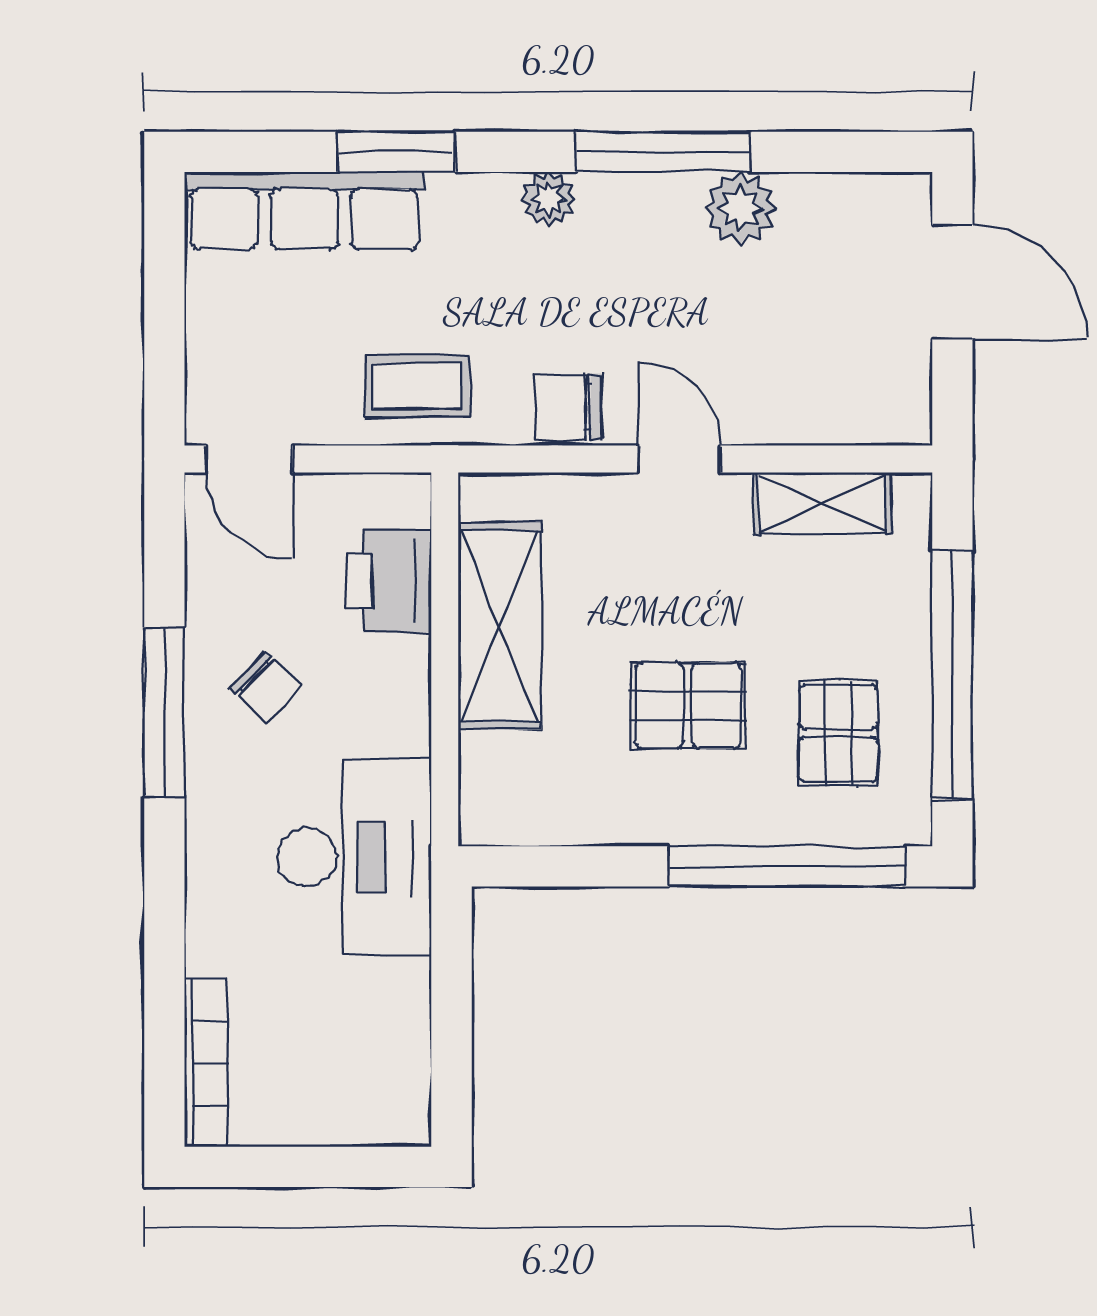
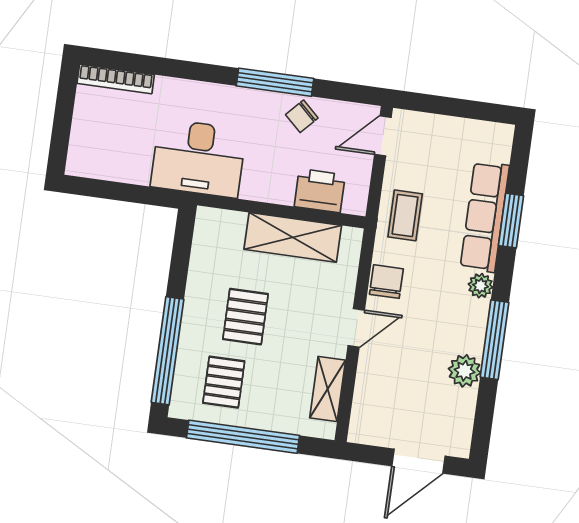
row of seats: (304, 211) -> (485, 217), moved
chair: (266, 687) -> (302, 116), moved
pallet: (838, 733) -> (224, 382), turned 90

